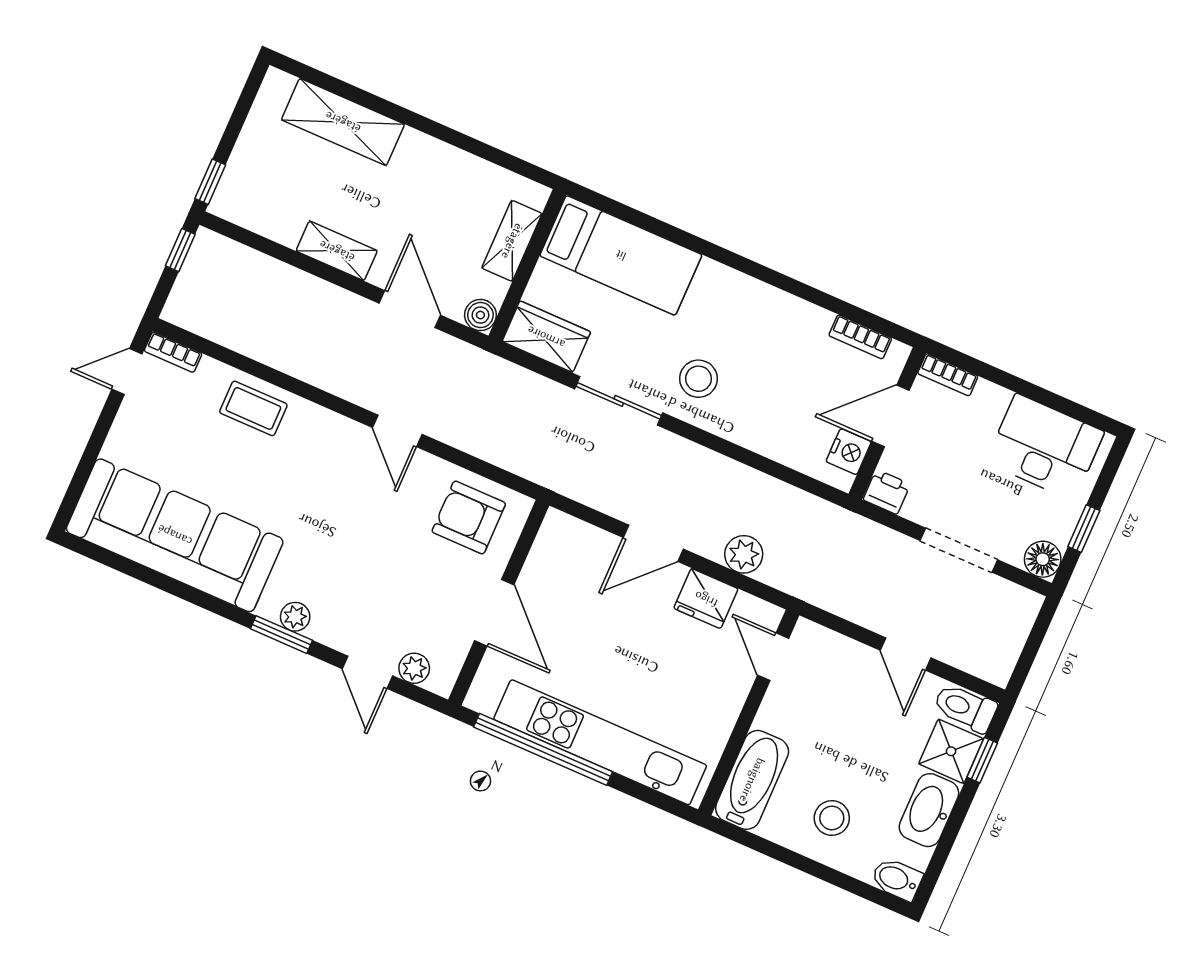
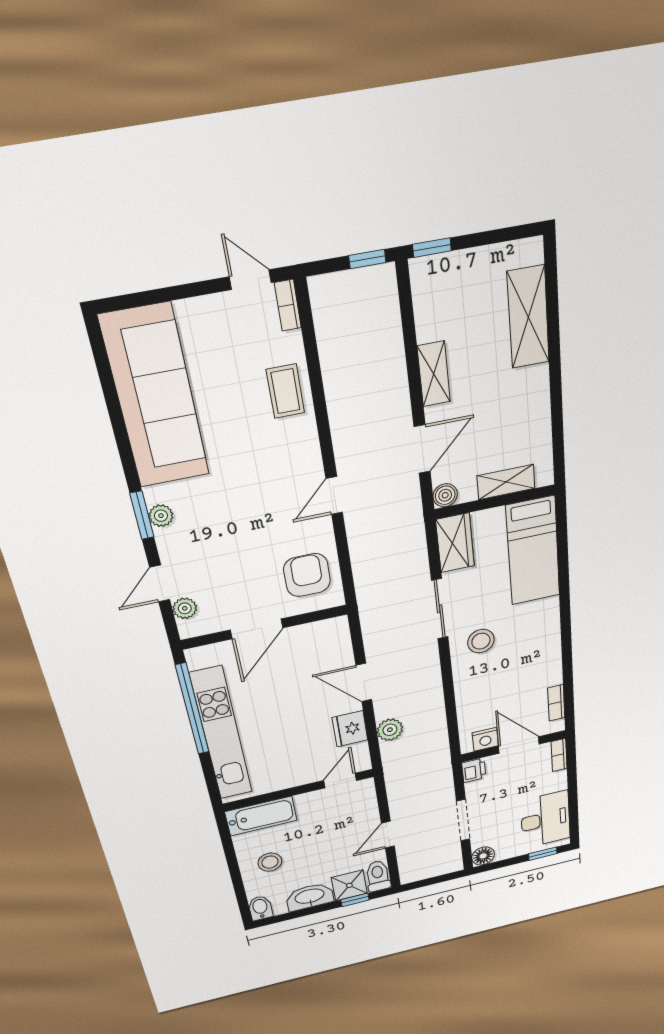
window: (1084, 529) -> (543, 854), moved

